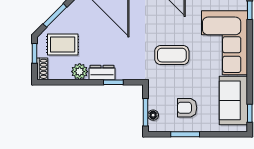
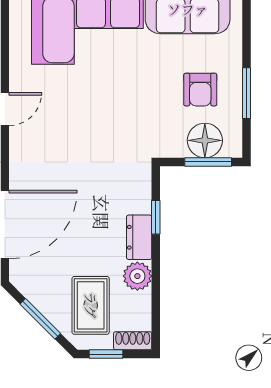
coffee table: (172, 55) -> (109, 116), removed
floor lamp: (153, 115) -> (205, 140), width x1.89, depth x1.89

